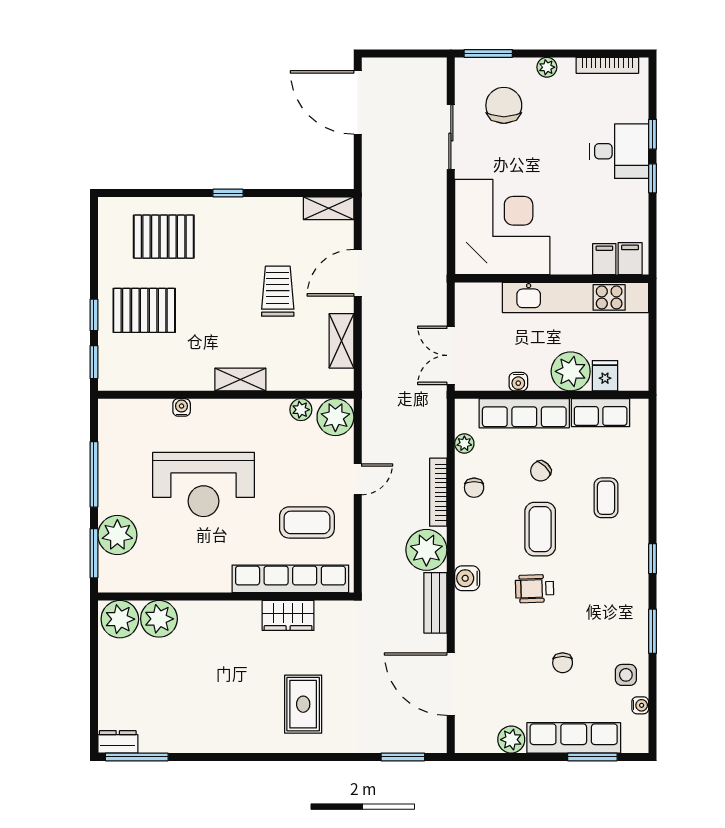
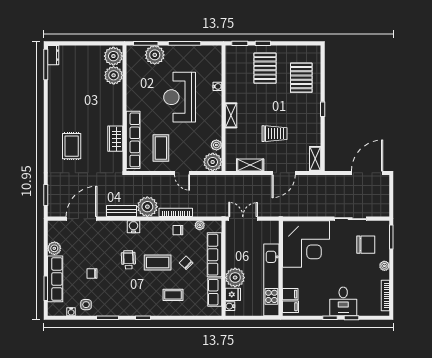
door: (358, 273) -> (284, 173), swing flipped
water cooler: (518, 382) -> (230, 306), moved
rug: (303, 704) -> (72, 146), turned 90

